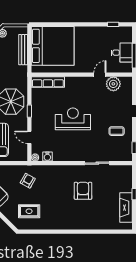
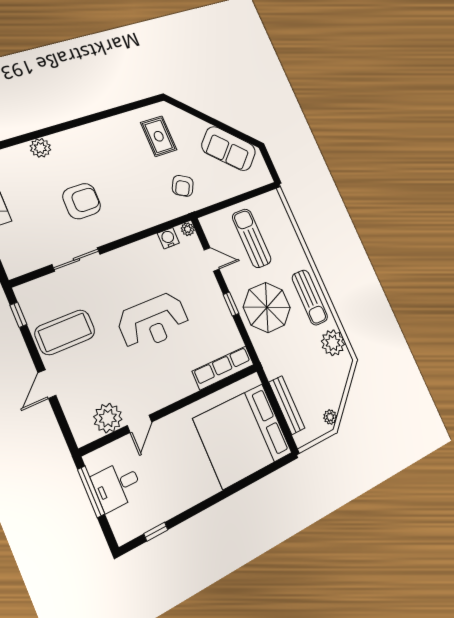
coffee table: (117, 131) -> (65, 332), width x1.86, depth x1.72
armchair: (83, 191) -> (82, 201), turned -90
rug: (29, 211) -> (159, 136), turned 90
plant: (92, 224) -> (40, 148), added

